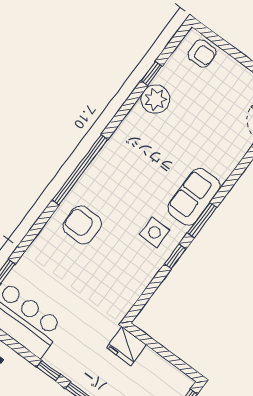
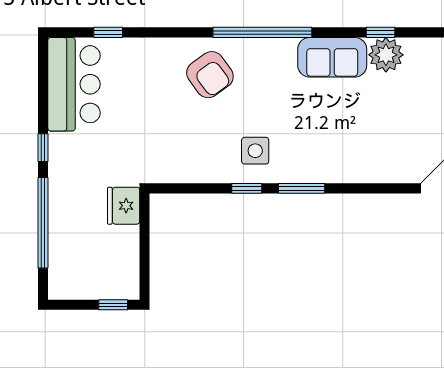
window: (152, 73) -> (380, 32), moved
sofa: (194, 197) -> (332, 57), moved, turned 180
armchair: (82, 225) -> (210, 75), turned 144

